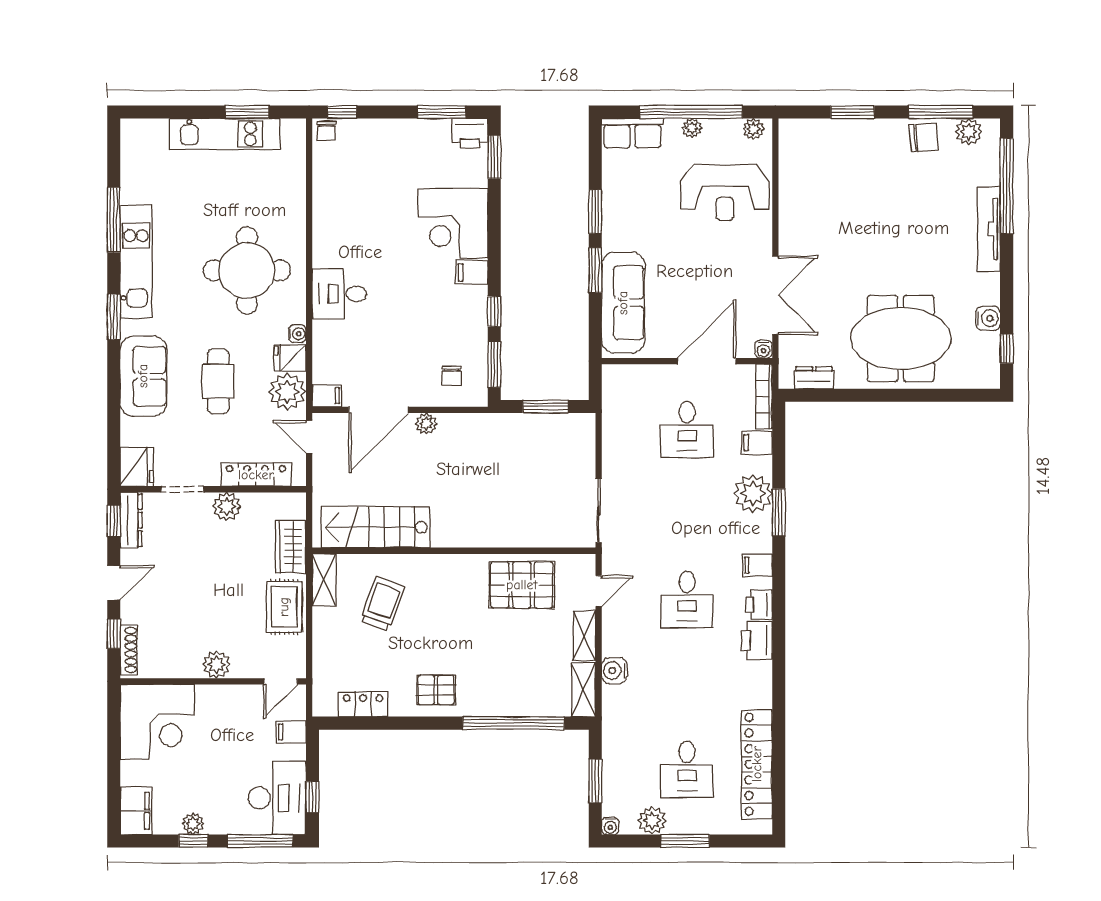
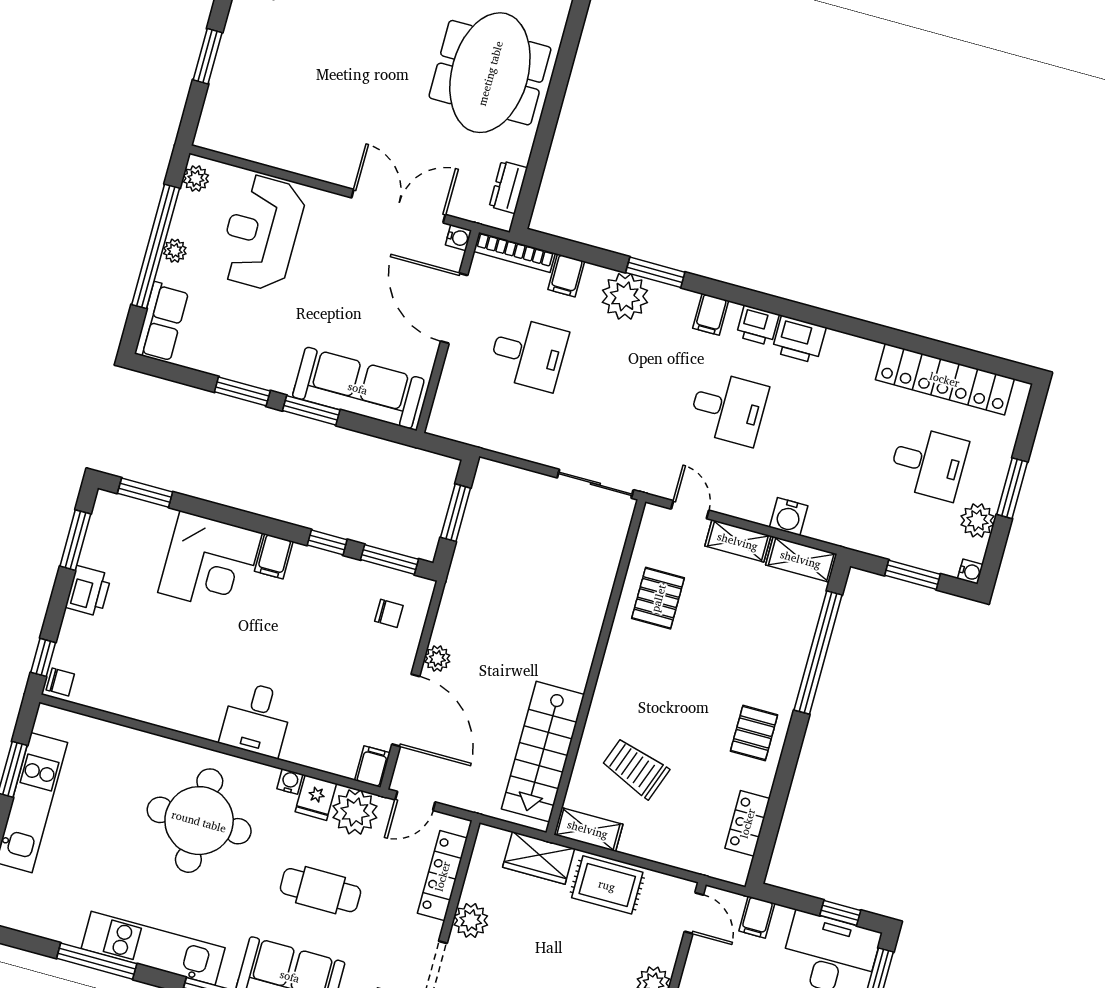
printer: (470, 133) -> (88, 591), moved
reception desk: (725, 193) -> (262, 233), turned 180
pallet: (522, 585) -> (658, 598), width x0.67, depth x0.71

